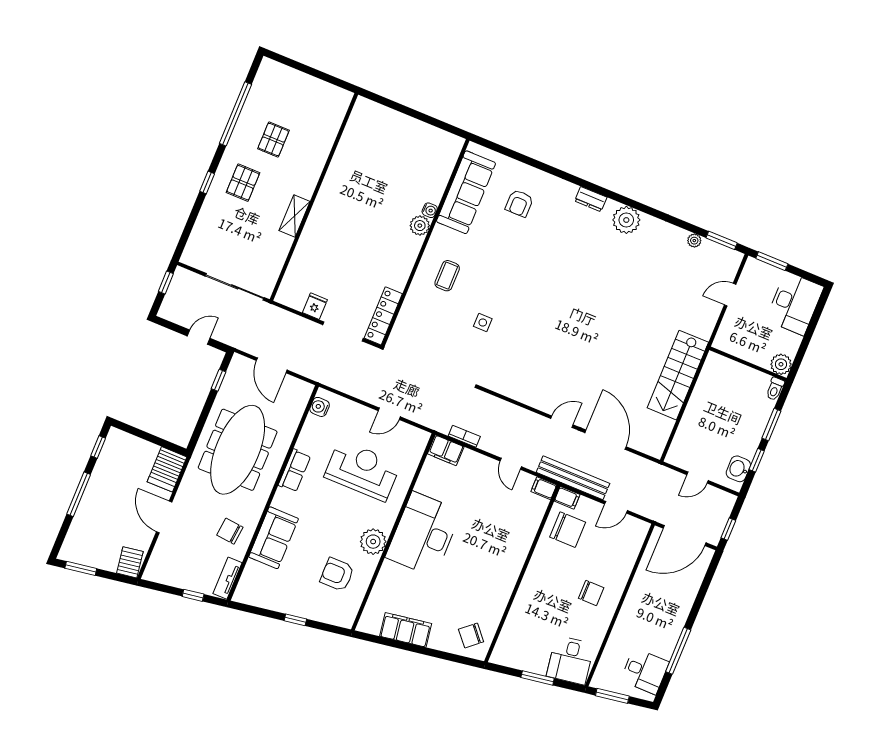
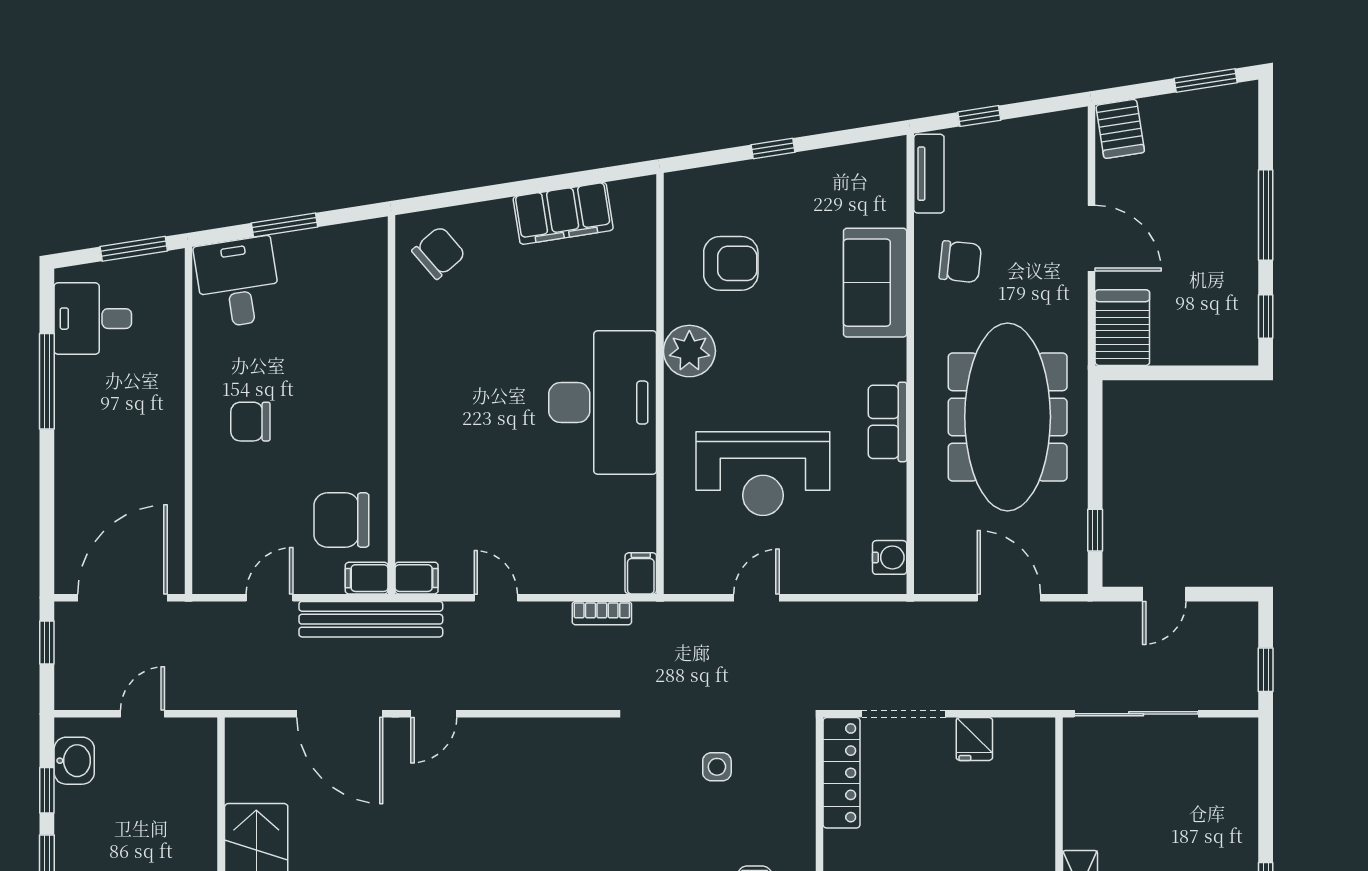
side table: (483, 323) -> (717, 767), moved
filing cabinet: (446, 450) -> (641, 573), width x0.50

